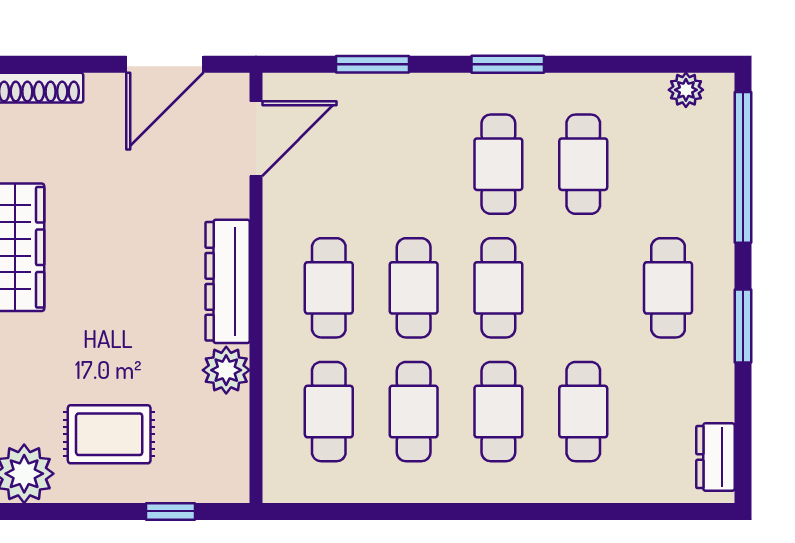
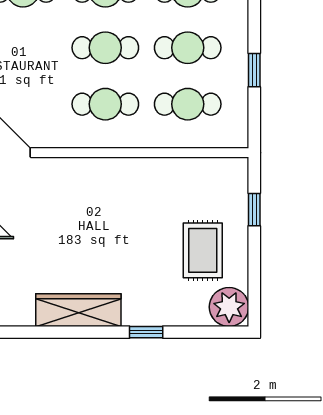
dresser: (228, 281) -> (101, 171), removed
plant: (226, 370) -> (160, 172), removed
window: (380, 511) -> (254, 70), added

